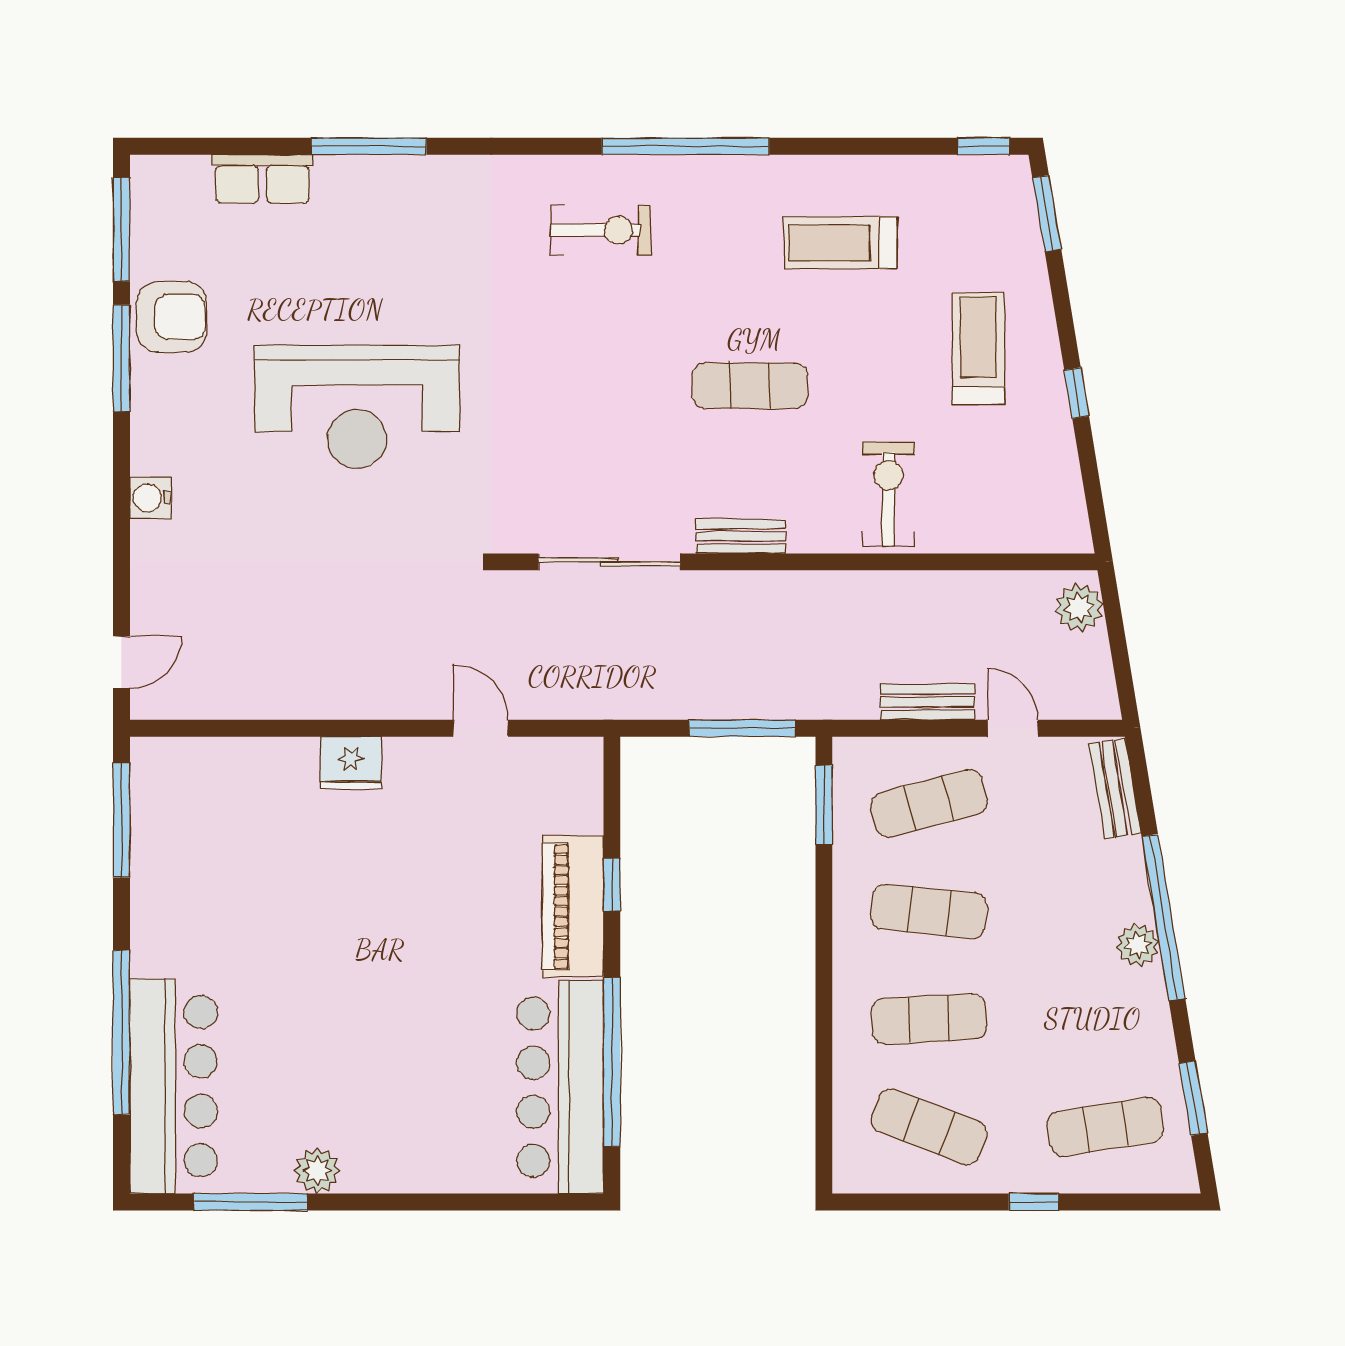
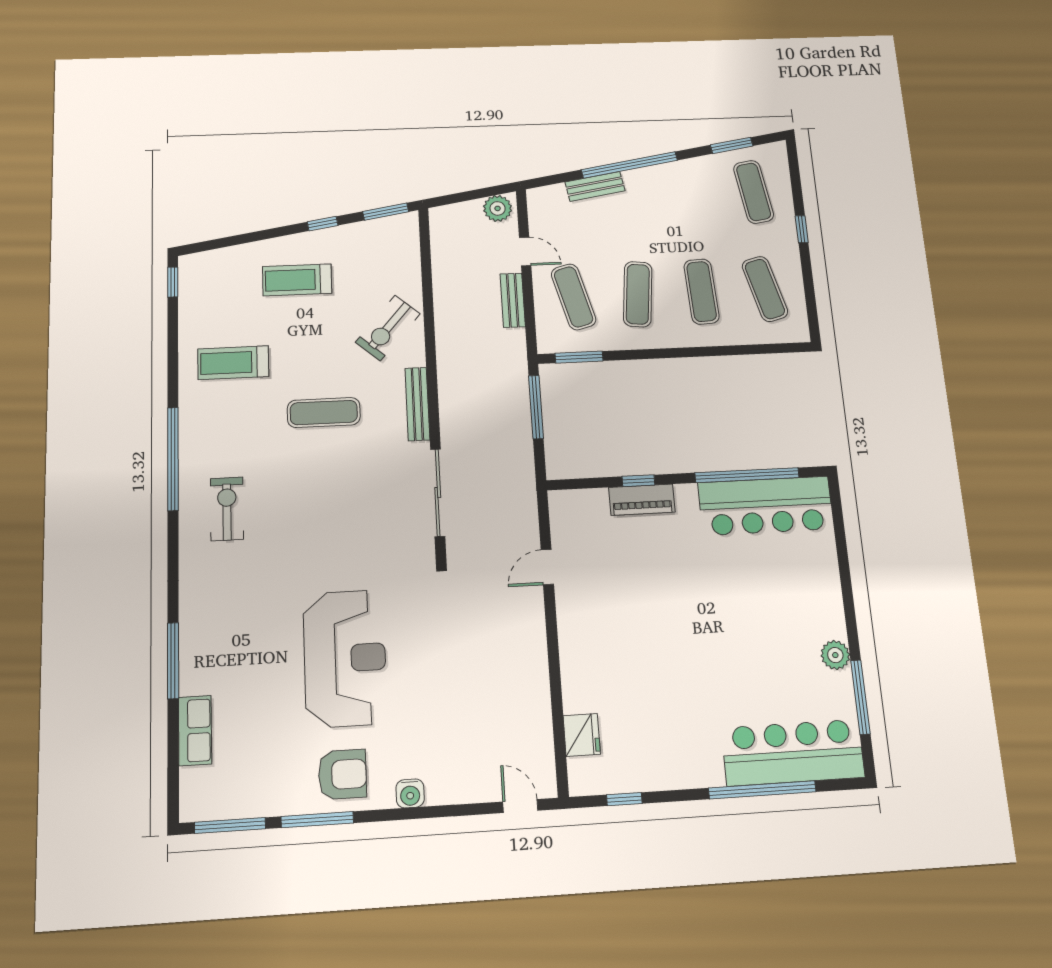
window: (1047, 213) -> (386, 212), moved
treadmill: (841, 243) -> (233, 363), turned 90
armchair: (172, 317) -> (342, 774), moved, turned 90
exercise mat: (750, 386) -> (324, 413), turned 90
exercise bike: (888, 494) -> (388, 328), turned -49
bench: (741, 536) -> (417, 404), width x1.36
plant: (1079, 608) -> (498, 208), moved
door: (1013, 728) -> (525, 251), swing flipped
fridge: (351, 763) -> (582, 735), moved
bench: (1115, 788) -> (595, 186), moved
window: (121, 820) -> (624, 799), width x0.46
piano: (573, 907) -> (642, 500), width x0.73, depth x0.75
plant: (1138, 945) -> (647, 178), removed
exercise mat: (929, 1127) -> (765, 289), turned -36

